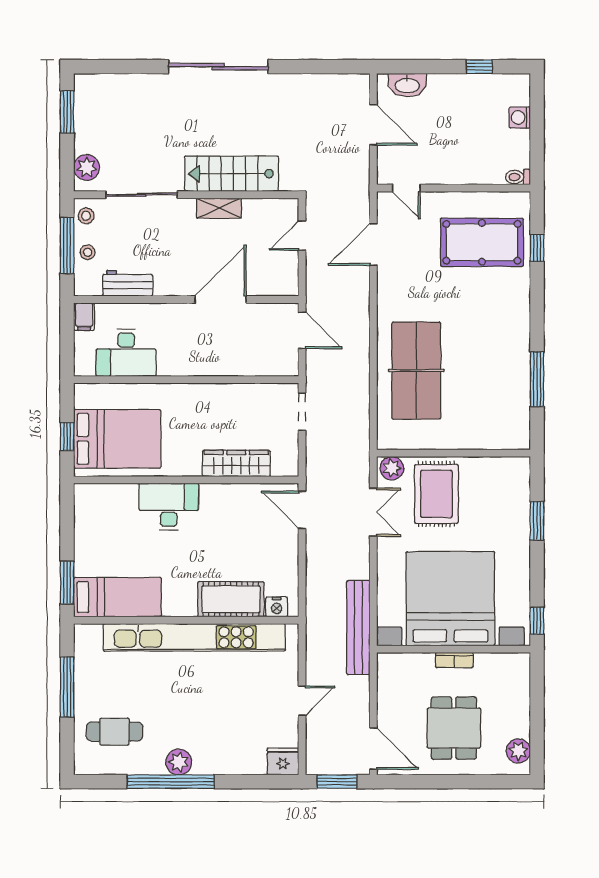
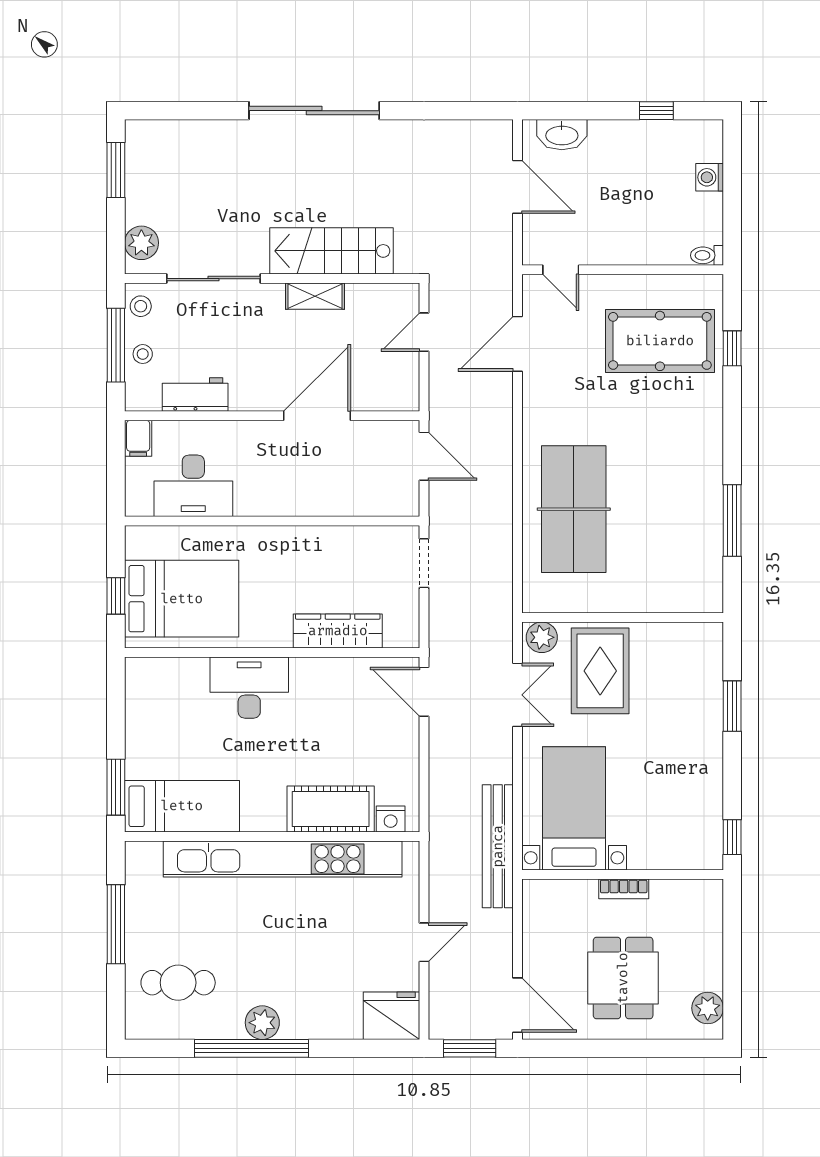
bed with nightstands: (450, 599) -> (574, 808), width x0.54
fridge: (283, 761) -> (392, 1016), width x1.36, depth x1.34

